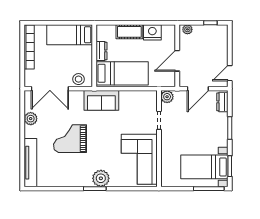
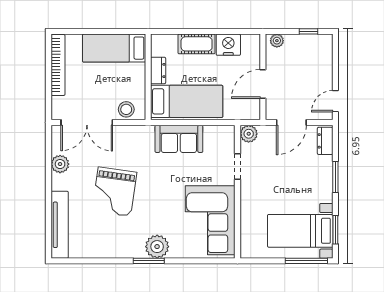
sofa: (101, 100) -> (179, 139), moved
grand piano: (70, 139) -> (114, 192), turned -82

